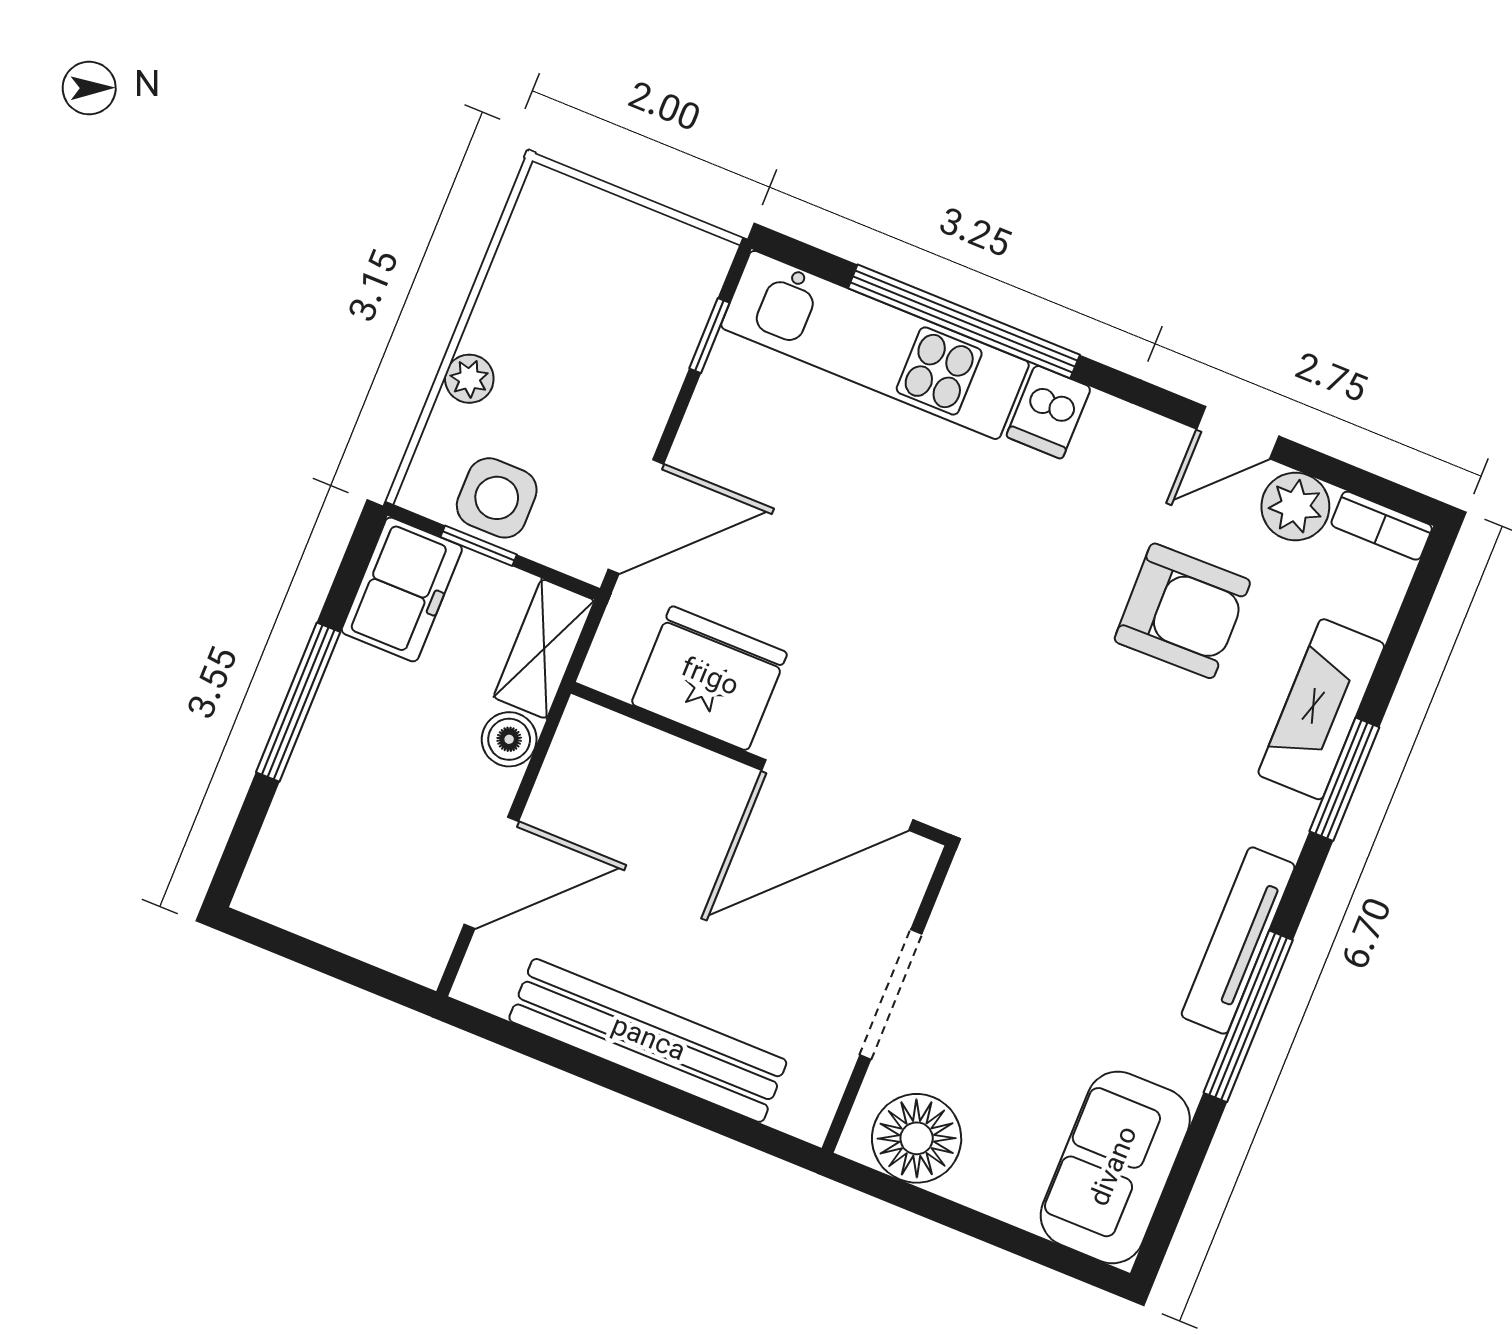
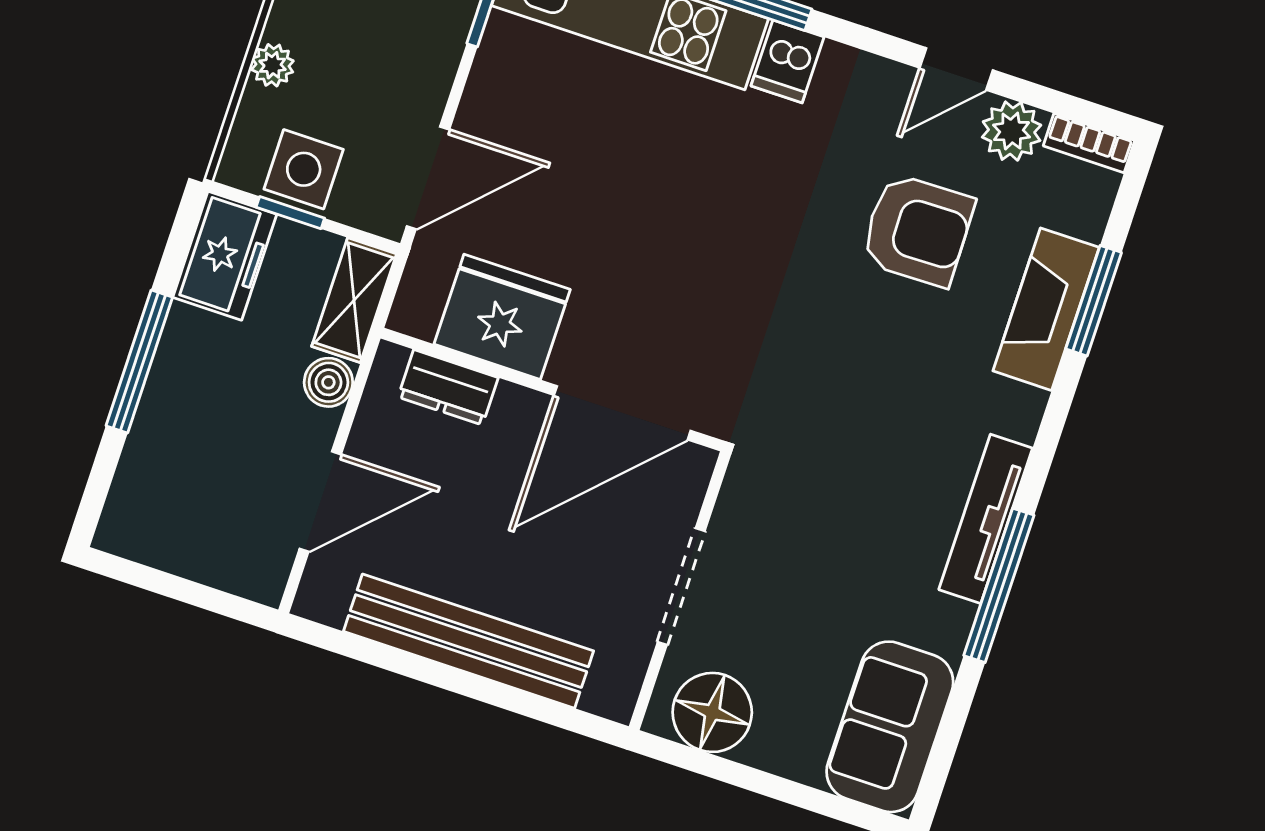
dresser: (643, 754) -> (448, 387), added
window: (1344, 779) -> (1094, 301), moved

